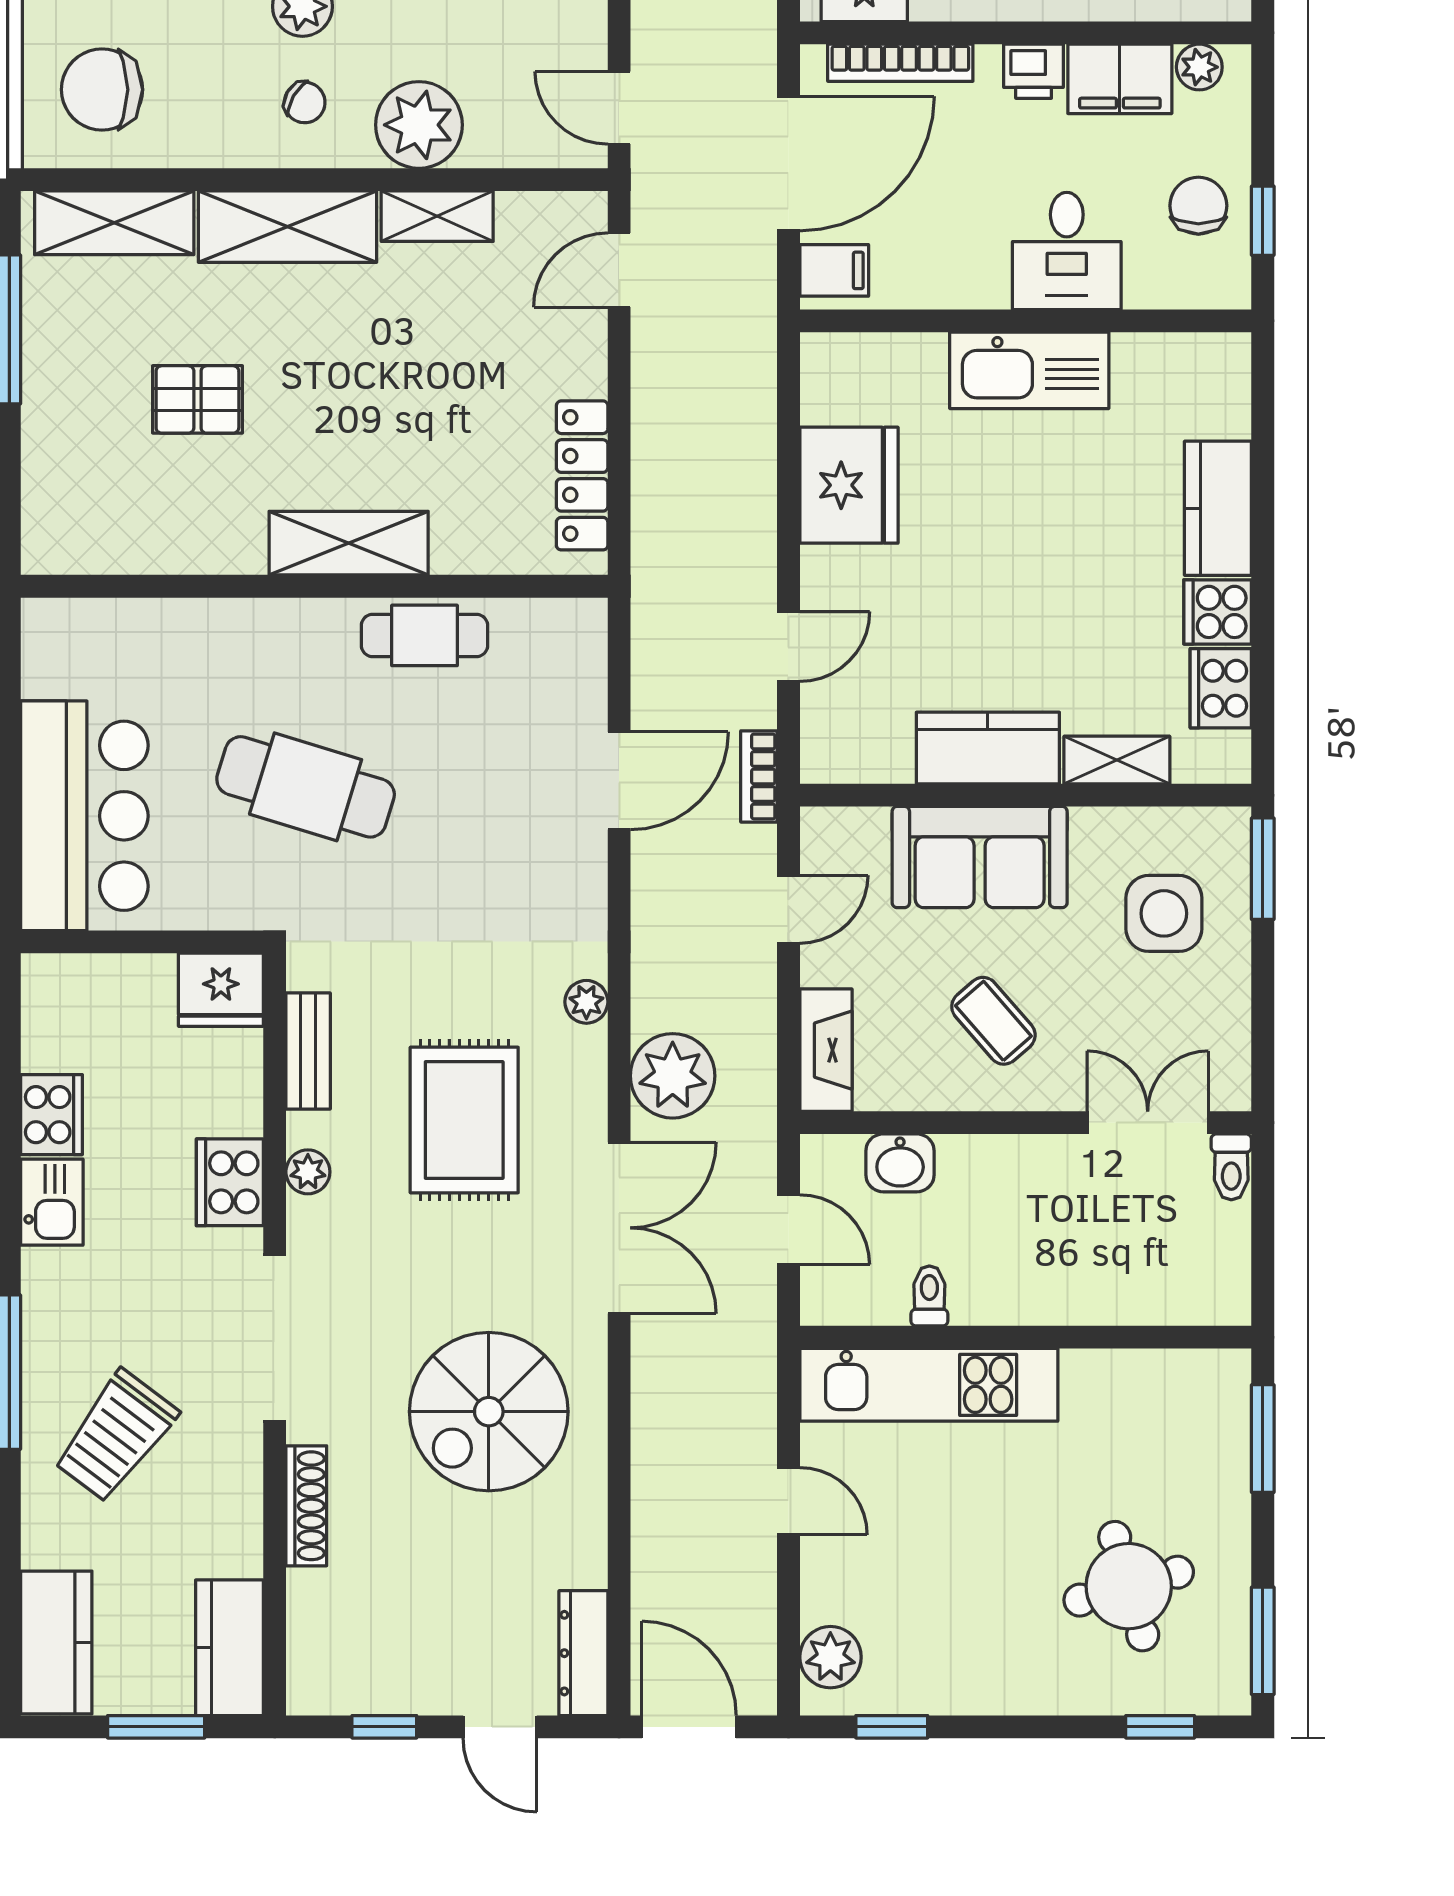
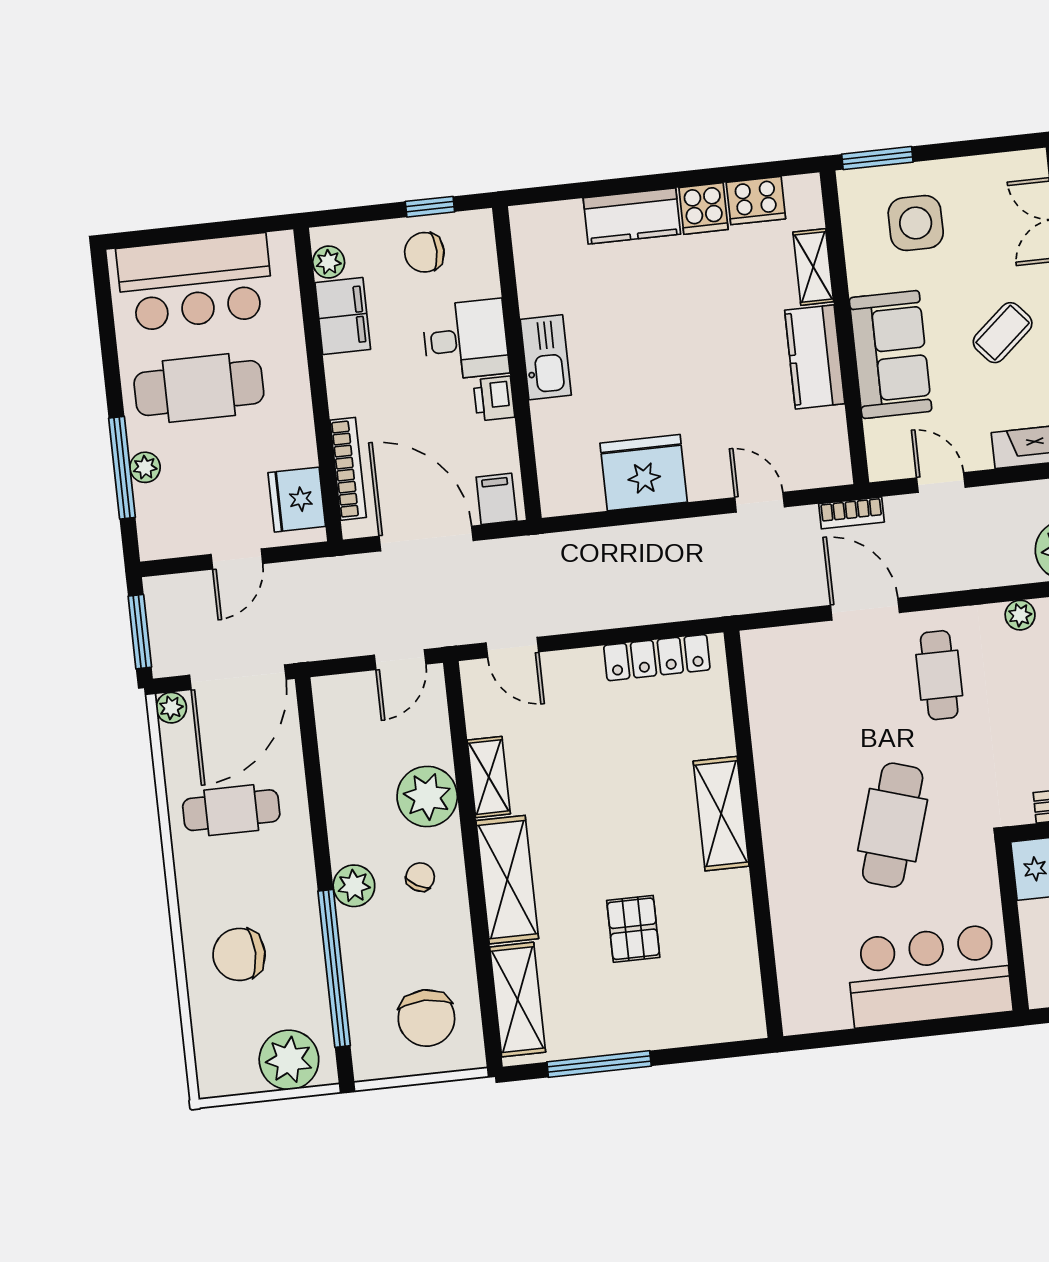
printer: (1034, 71) -> (494, 399), moved, turned 180
kitchen sink: (1029, 370) -> (546, 357), width x0.73, depth x0.81
cafe table: (425, 635) -> (939, 675), moved

